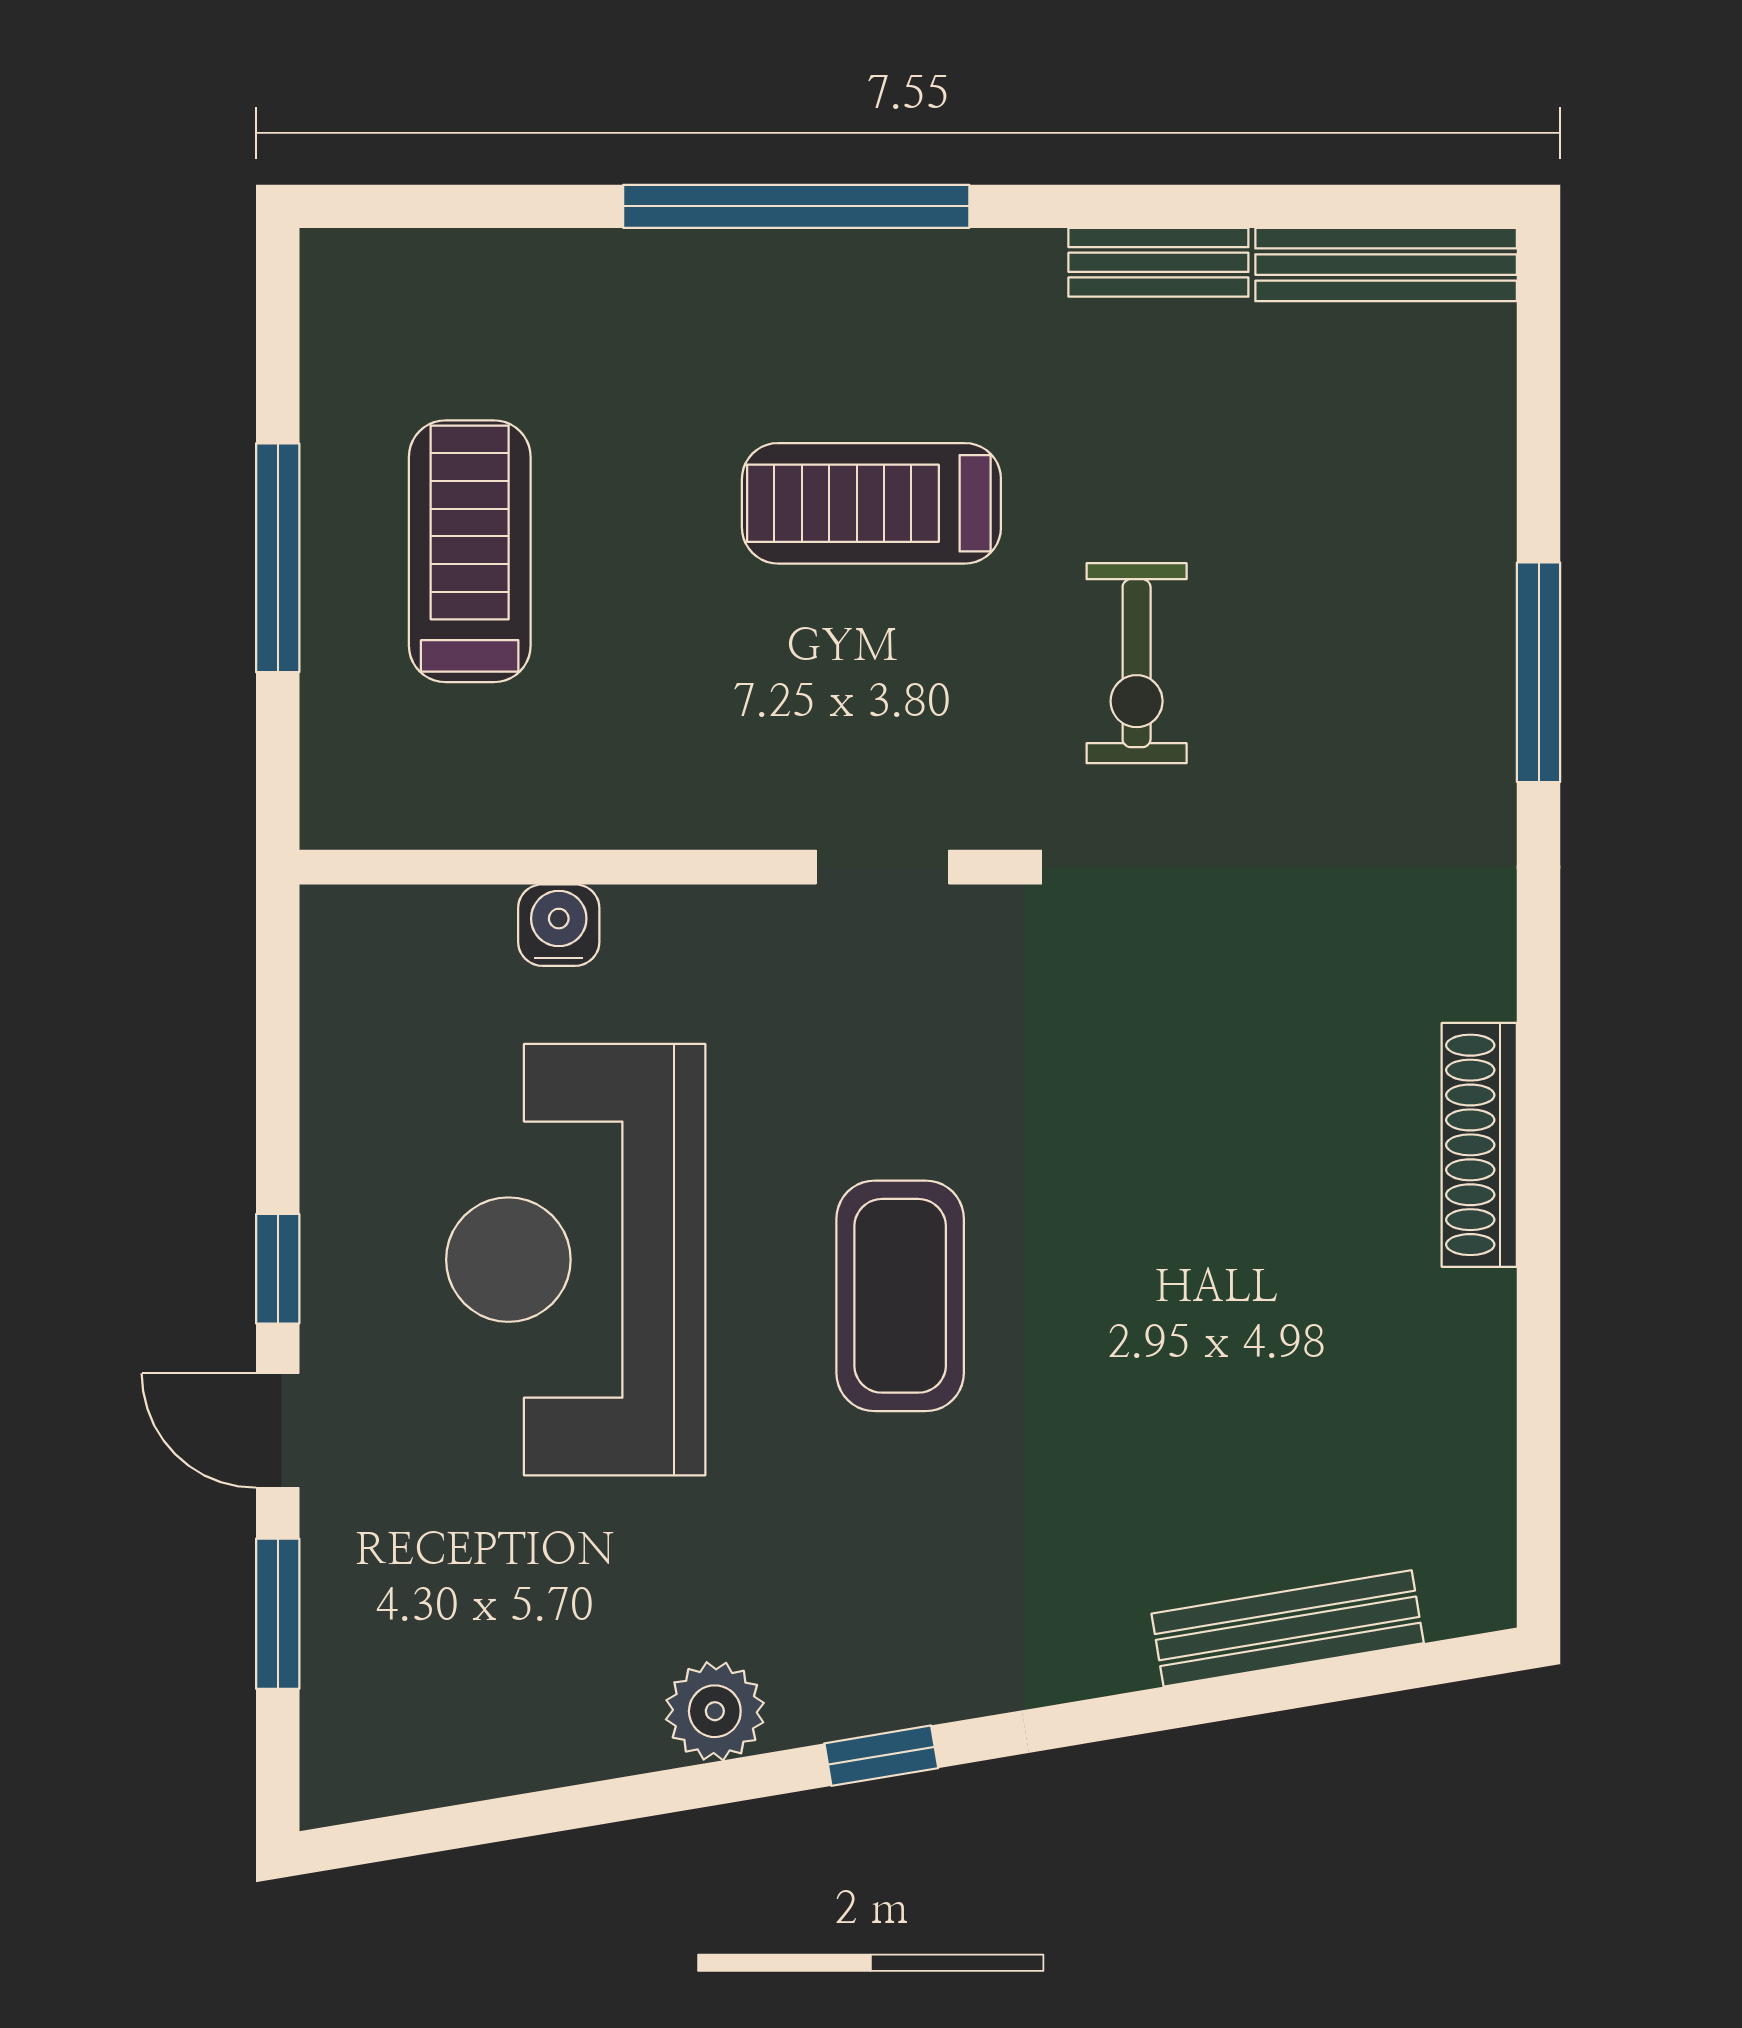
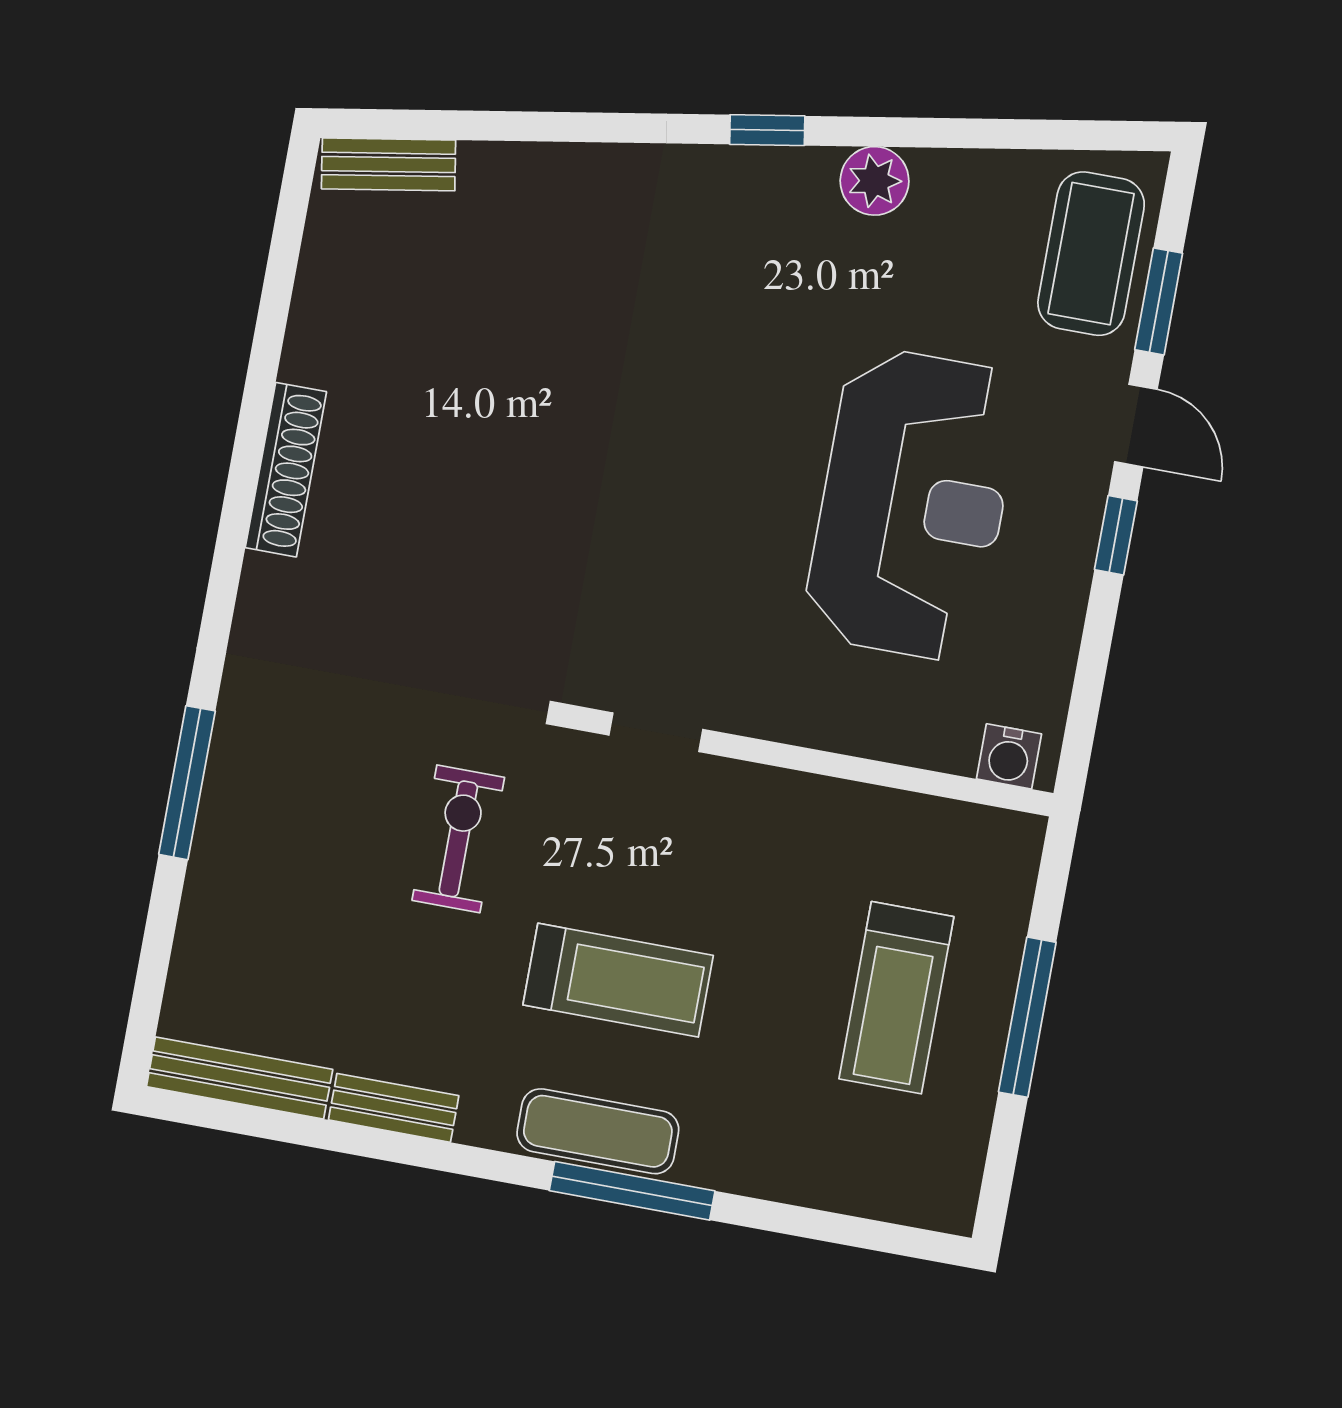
window: (796, 206) -> (632, 1191), width x0.68
exercise mat: (861, 282) -> (598, 1131), added
water cooler: (559, 925) -> (1009, 756), moved
coffee table: (900, 1296) -> (1091, 254), moved
bench: (1288, 1628) -> (389, 164), moved, width x0.73

